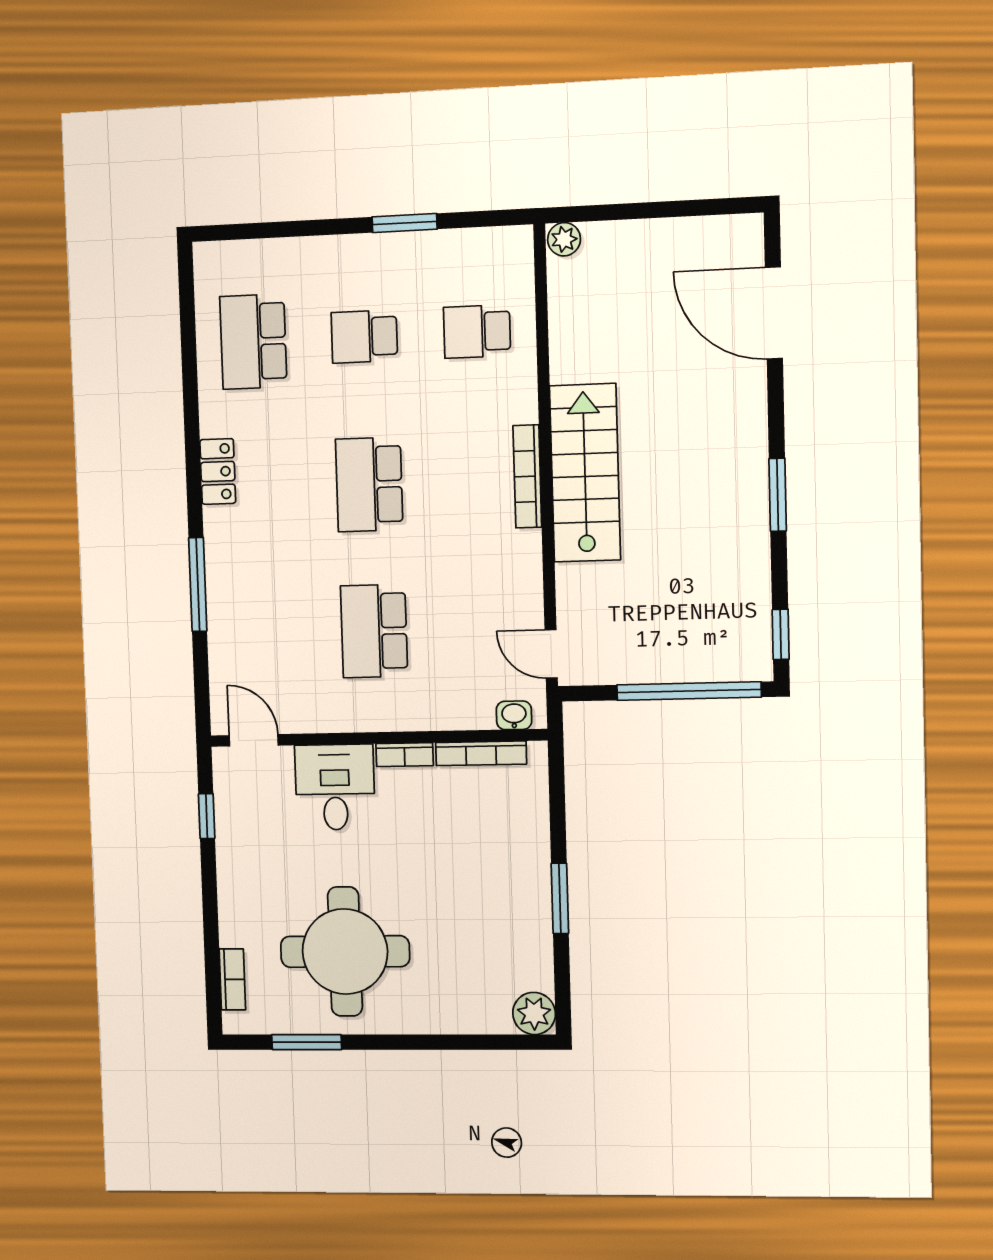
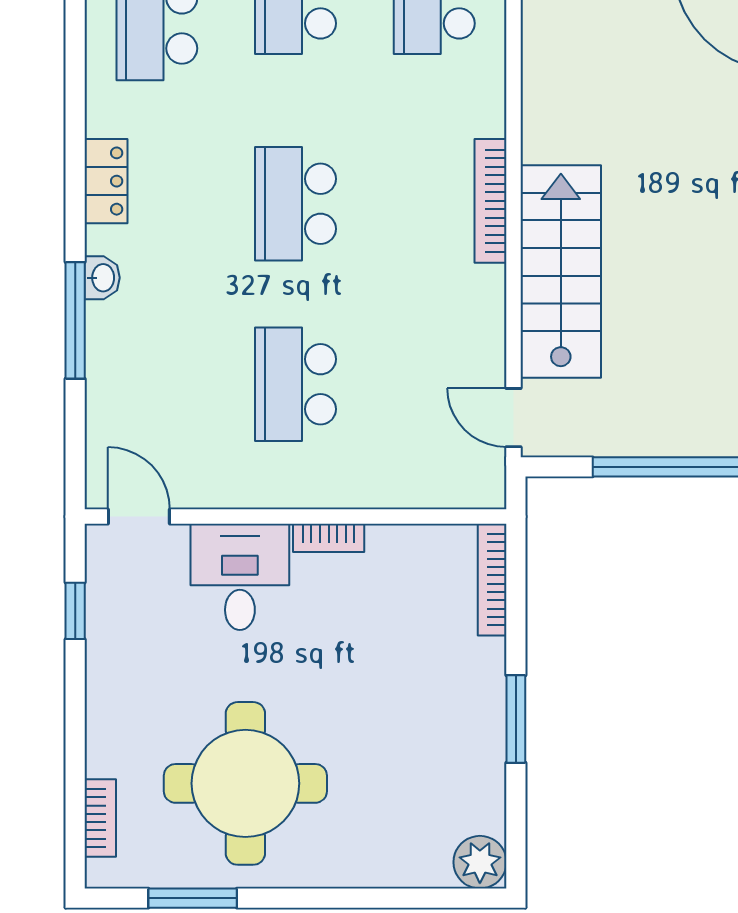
stairs: (585, 473) -> (561, 272), moved
washbasin: (514, 715) -> (102, 278), moved, turned 90
bookcase: (481, 753) -> (492, 580), moved, turned 90

